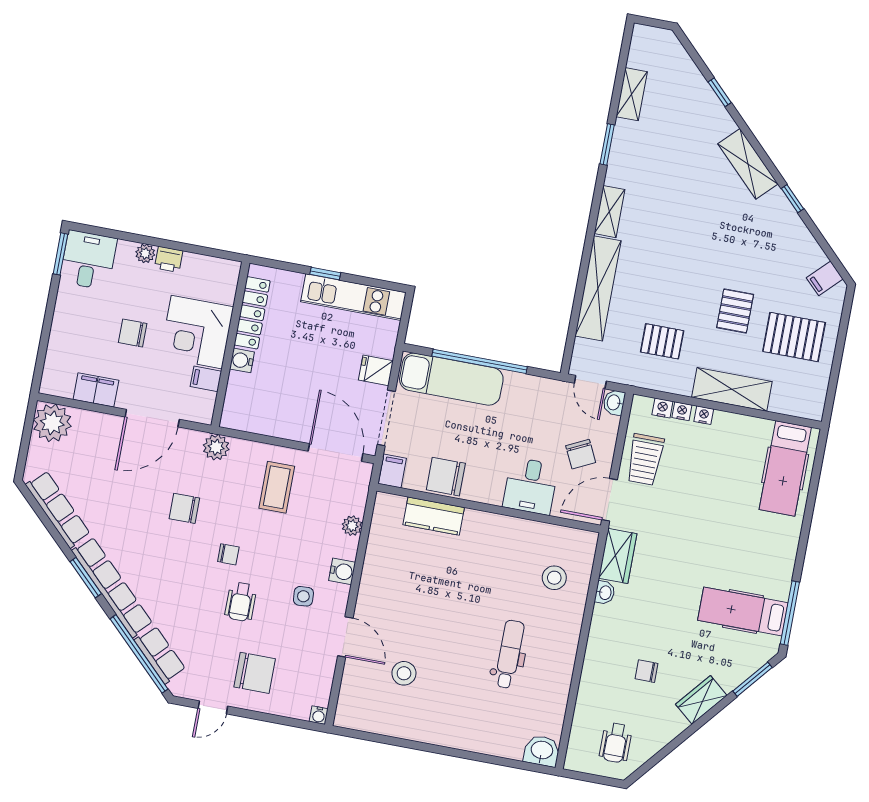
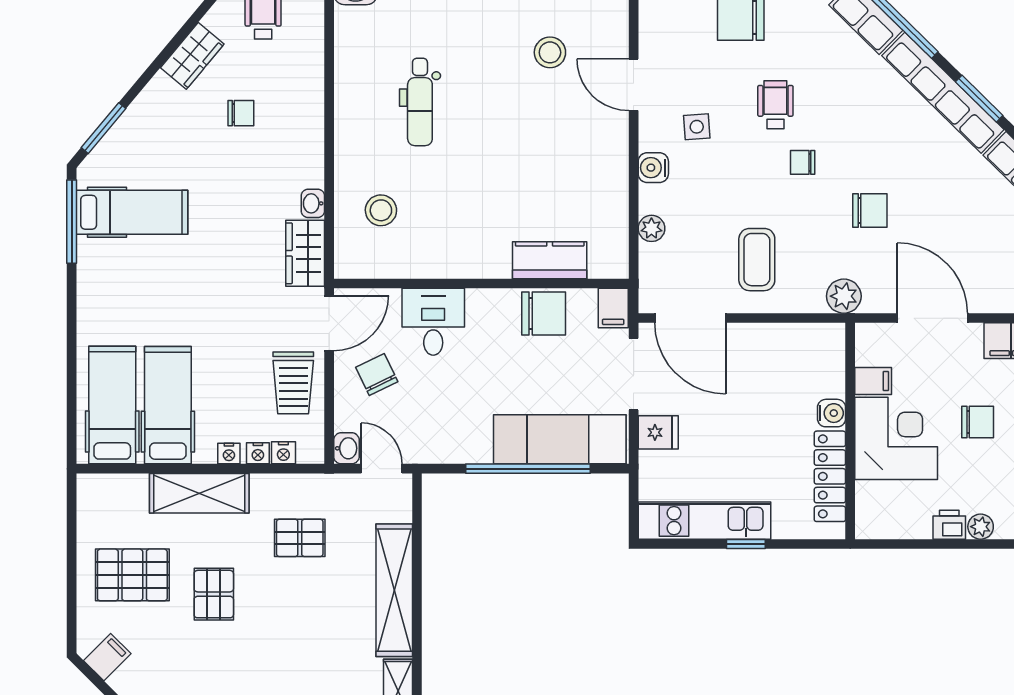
door: (152, 418) -> (932, 318), hinge flipped
trolley: (645, 460) -> (293, 383), turned 180
hospital bed: (743, 460) -> (168, 405), added
wardrobe: (701, 700) -> (192, 56), moved

